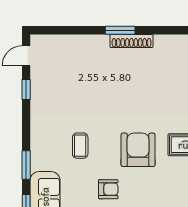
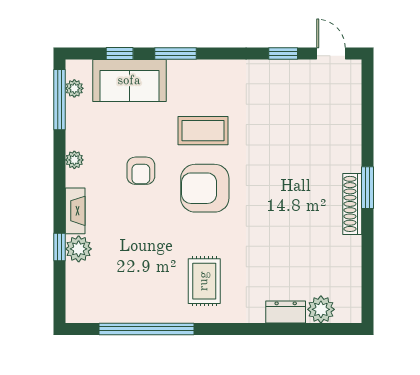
coffee table: (80, 146) -> (203, 131), width x1.36, depth x1.30
armchair: (138, 150) -> (205, 188), moved, turned 180

